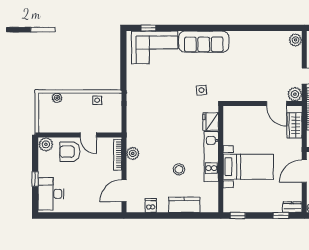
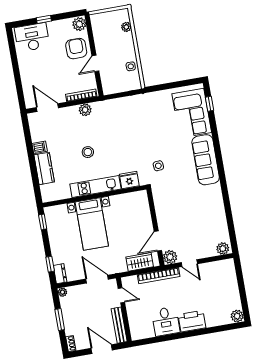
stool: (179, 169) -> (88, 152), moved
dishwasher: (151, 206) -> (40, 147), moved

